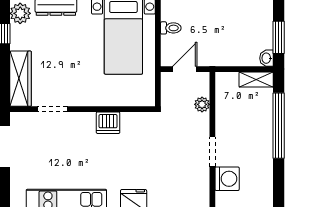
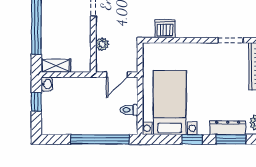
window: (279, 37) -> (36, 102), width x0.67
dishwasher: (108, 123) -> (165, 29), moved

